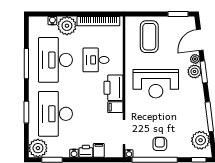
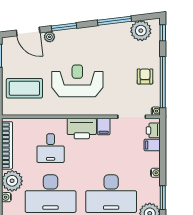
plant: (195, 71) -> (64, 37), removed
reception desk: (156, 84) -> (77, 81), turned -90
armchair: (160, 144) -> (145, 76), turned 90
printer: (86, 151) -> (153, 130), moved

